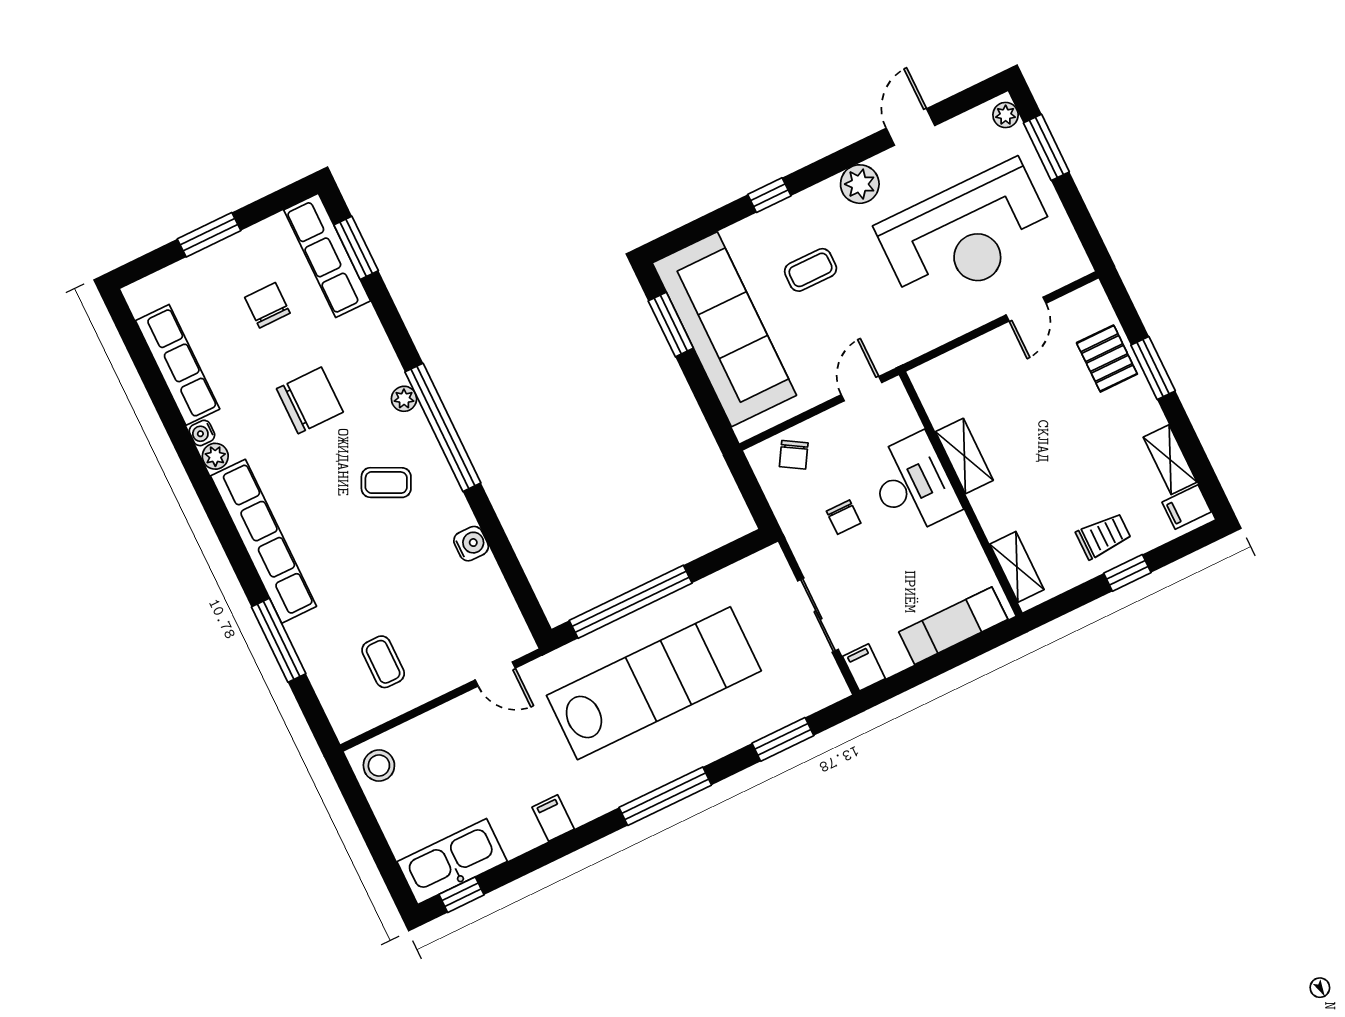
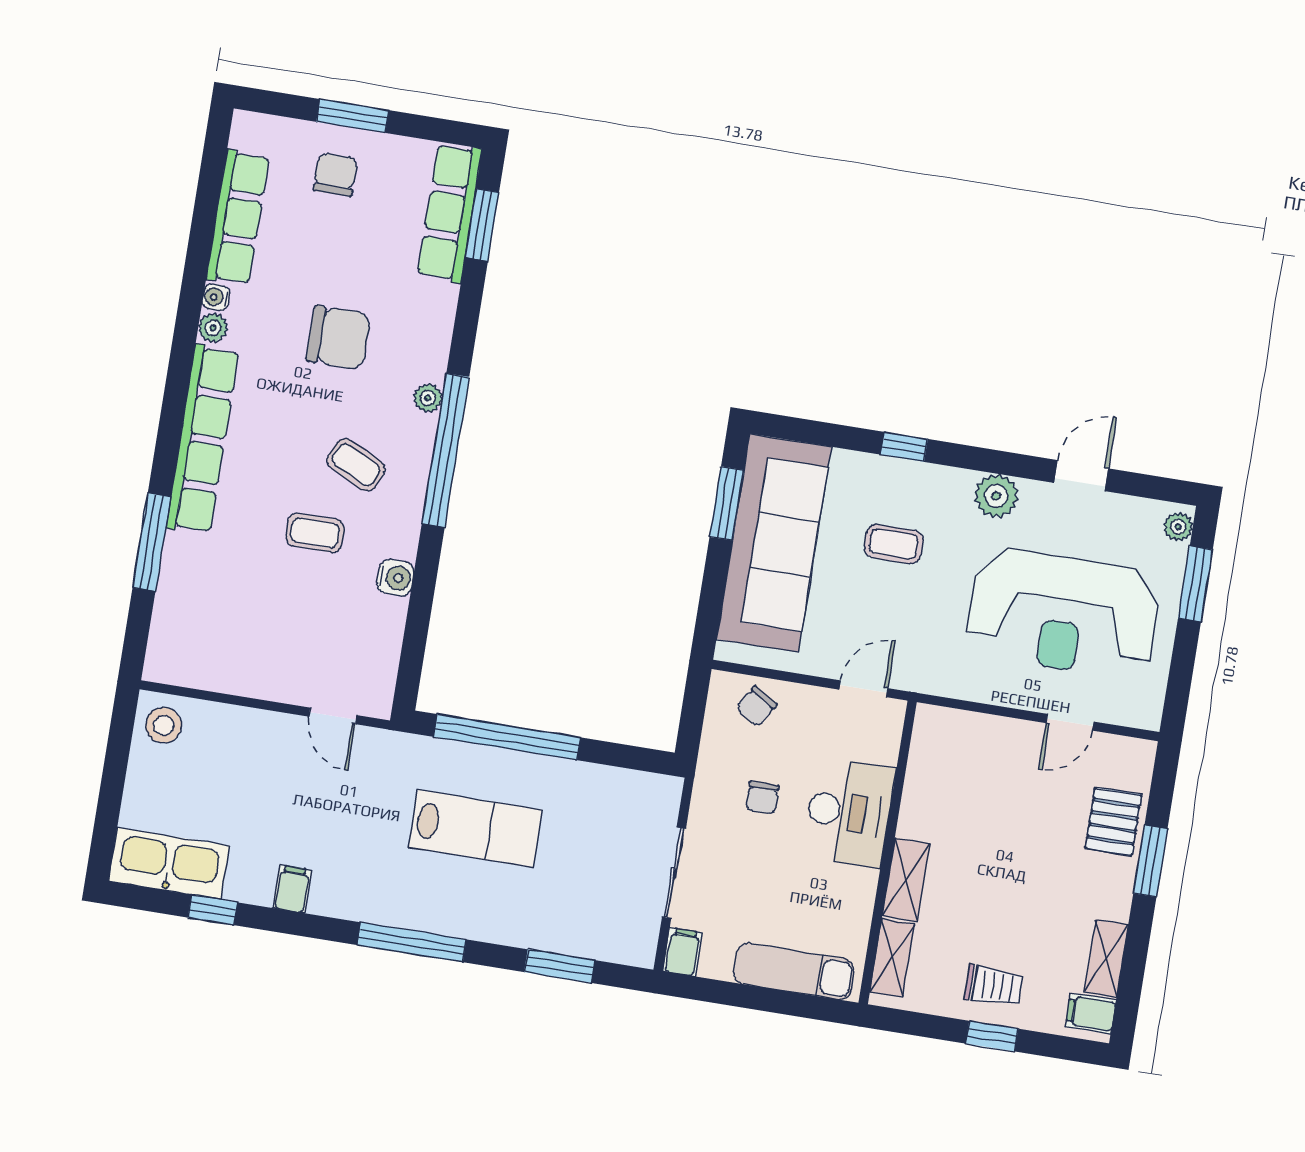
chair: (267, 305) -> (335, 175), moved
shelving: (964, 456) -> (906, 879), moved
coffee table: (383, 662) -> (315, 533), moved, turned 90
lab bench: (654, 683) -> (475, 829), width x0.54, depth x0.72
window: (462, 895) -> (213, 910), moved

